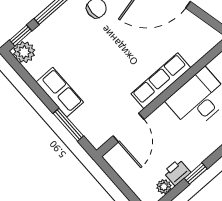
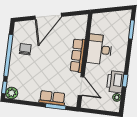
row of seats: (60, 92) -> (52, 98), moved
printer: (177, 172) -> (115, 82), width x1.87, depth x1.48

